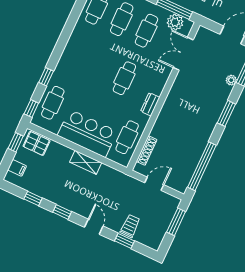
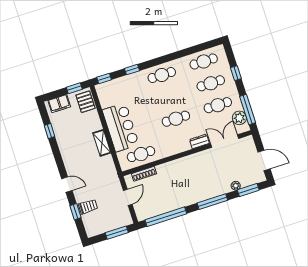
cafe table: (53, 103) -> (162, 75), moved
dresser: (150, 104) -> (199, 141), moved
window: (226, 113) -> (212, 202), width x1.44
filing cabinet: (17, 168) -> (59, 104), width x2.00
door: (154, 184) -> (128, 197), hinge flipped
window: (62, 212) -> (58, 157), removed
door: (94, 227) -> (67, 185), hinge flipped

